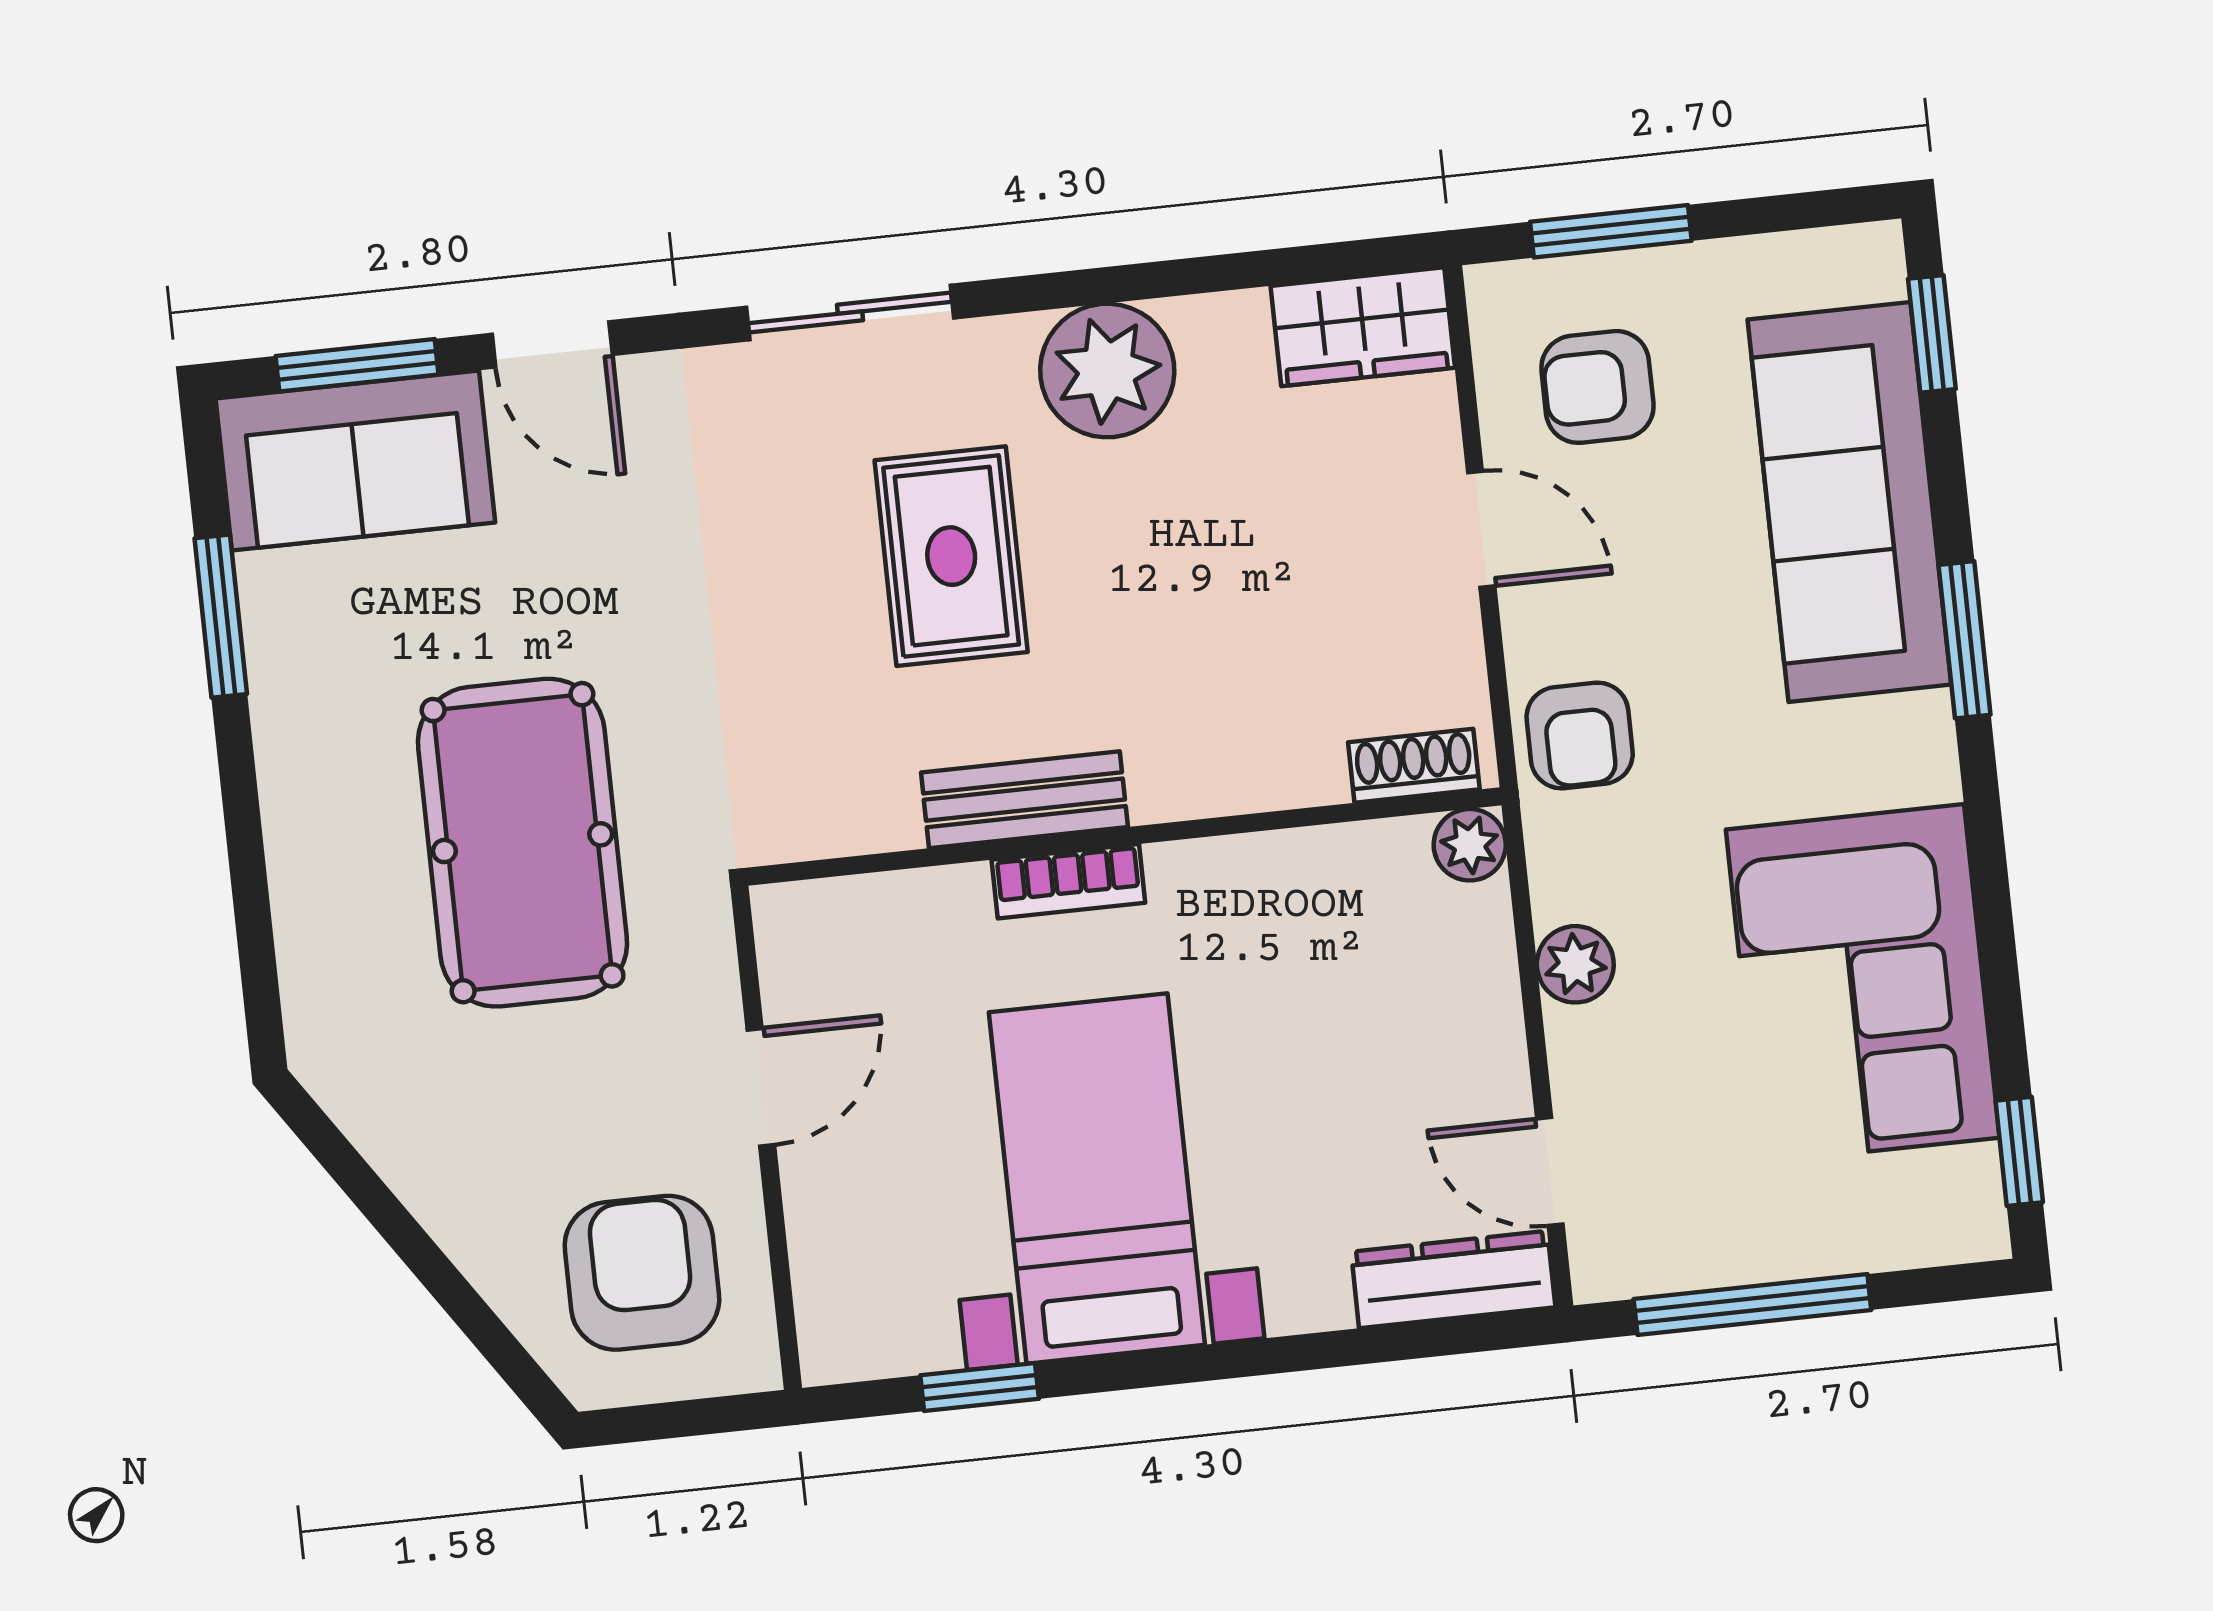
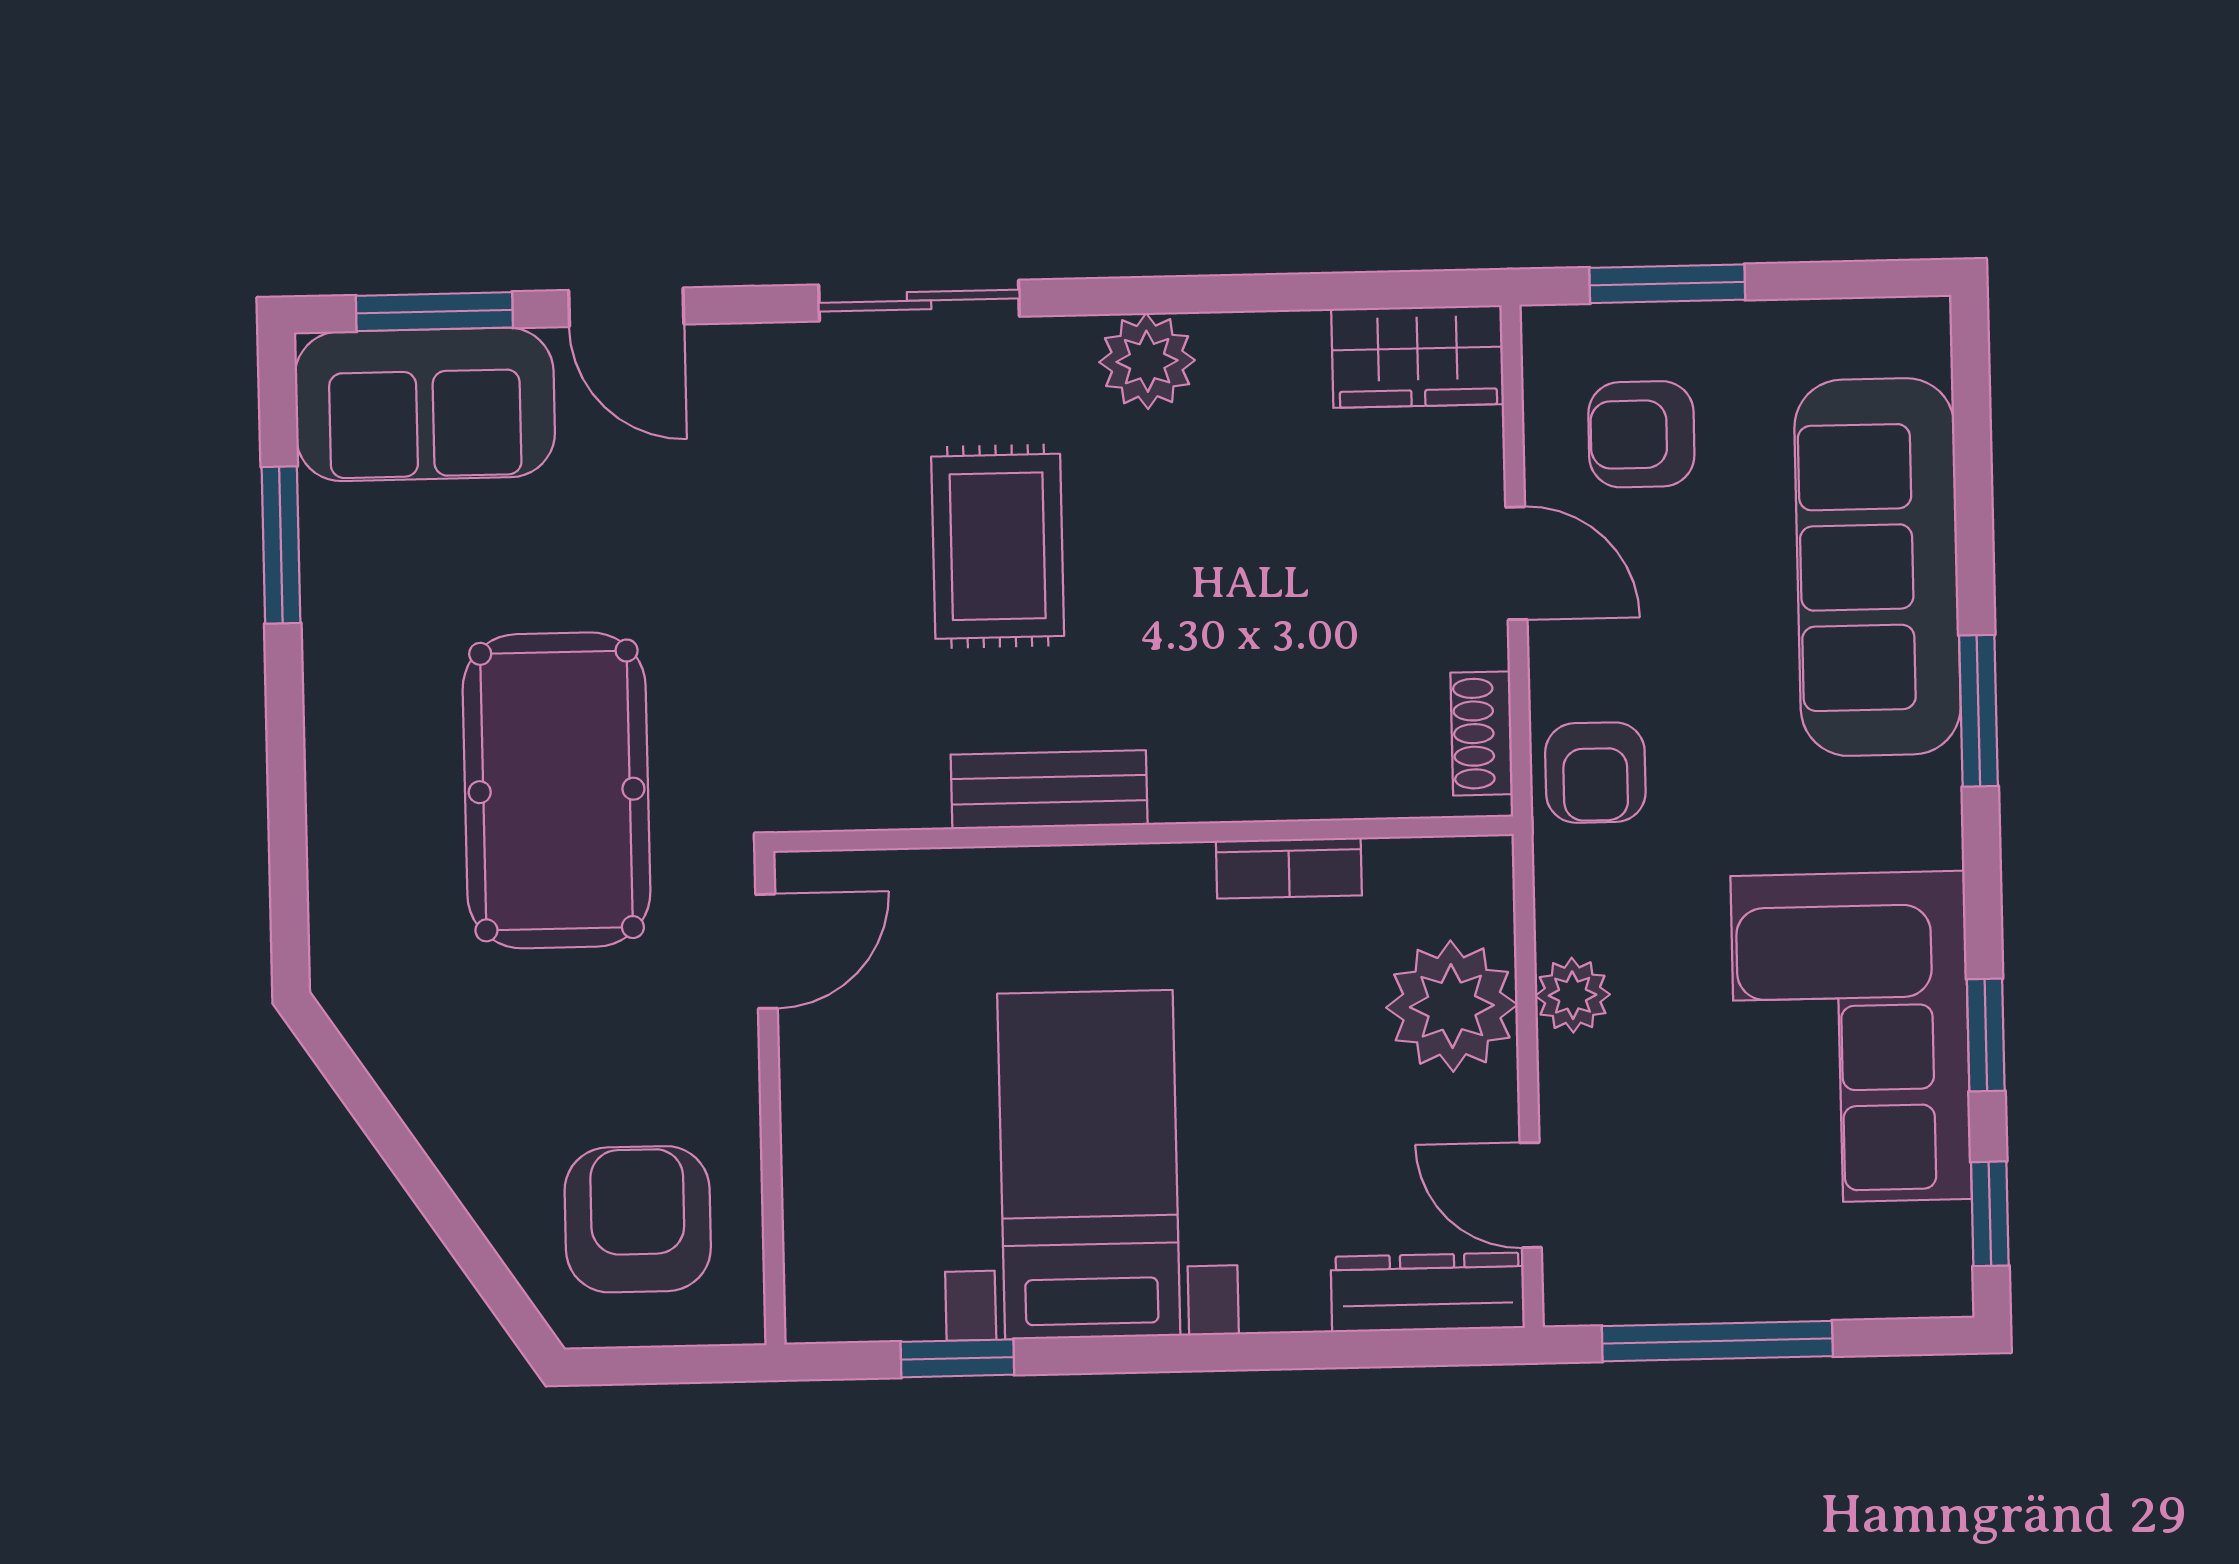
window: (1932, 334) -> (1986, 1035), moved
plant: (1107, 371) -> (1147, 361), width x0.73, depth x0.73
shoe rack: (1414, 766) -> (1482, 733), moved, turned -90
plant: (1470, 845) -> (1452, 1006), moved, width x1.87, depth x1.87
bookcase: (1068, 881) -> (1289, 868), moved
door: (761, 1087) -> (767, 951), moved

